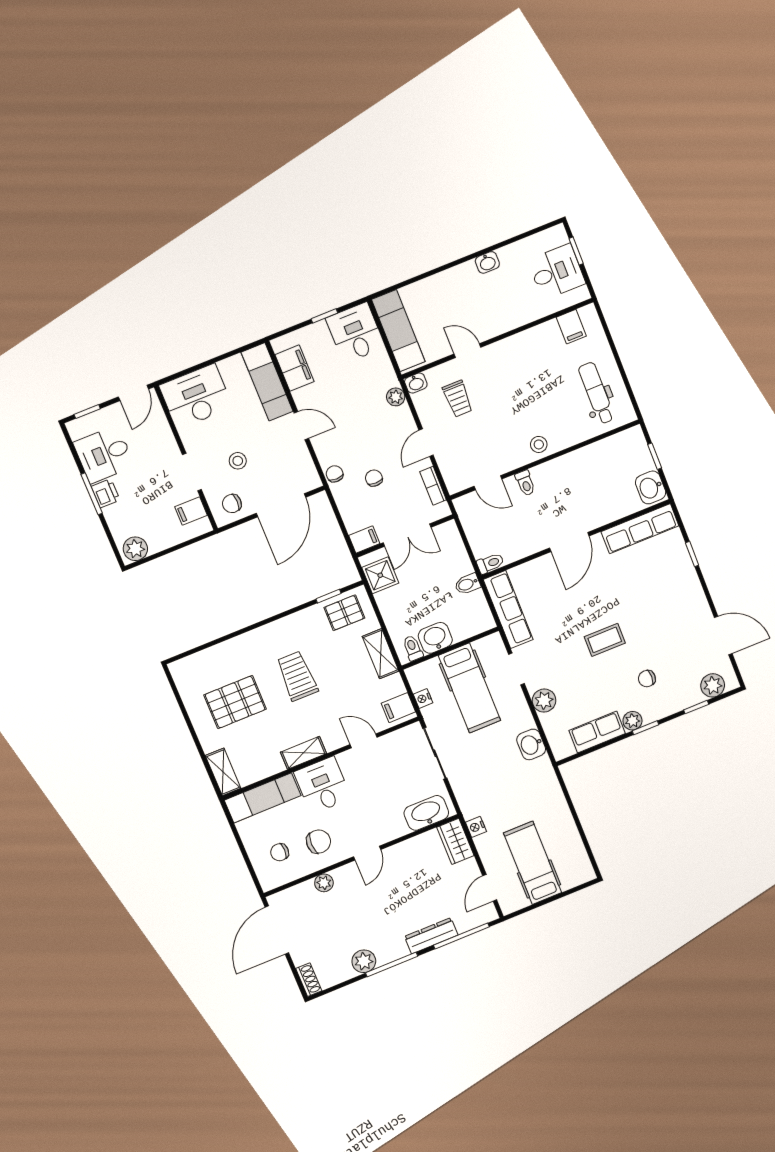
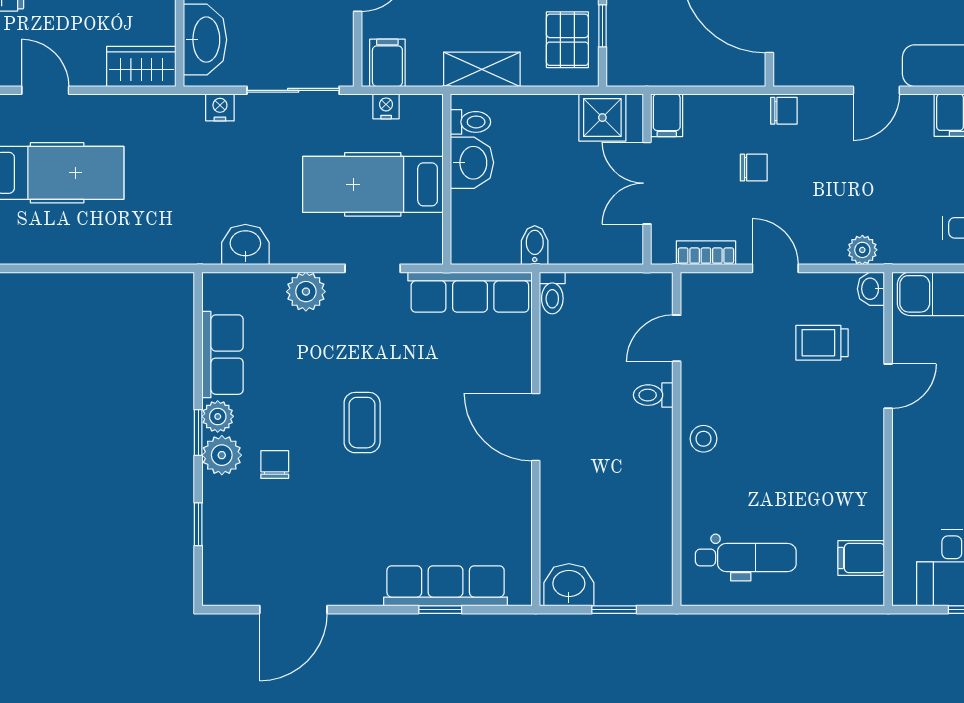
row of seats: (640, 529) -> (446, 586), moved, turned 90
plant: (713, 685) -> (222, 455), moved
nightstand: (476, 827) -> (220, 107), moved

